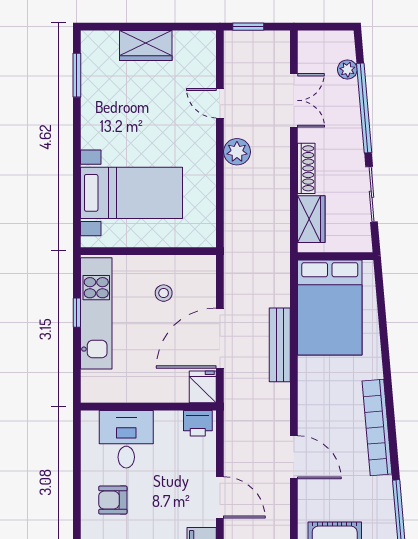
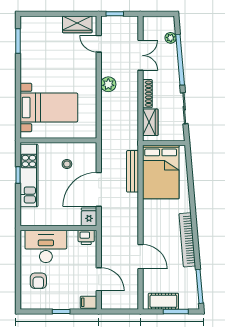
wardrobe: (146, 45) -> (77, 24), moved
door: (220, 103) -> (99, 44), moved
bench: (280, 345) -> (133, 171), moved
desk: (126, 439) -> (46, 246), width x1.37
armchair: (113, 500) -> (38, 281), turned -90

